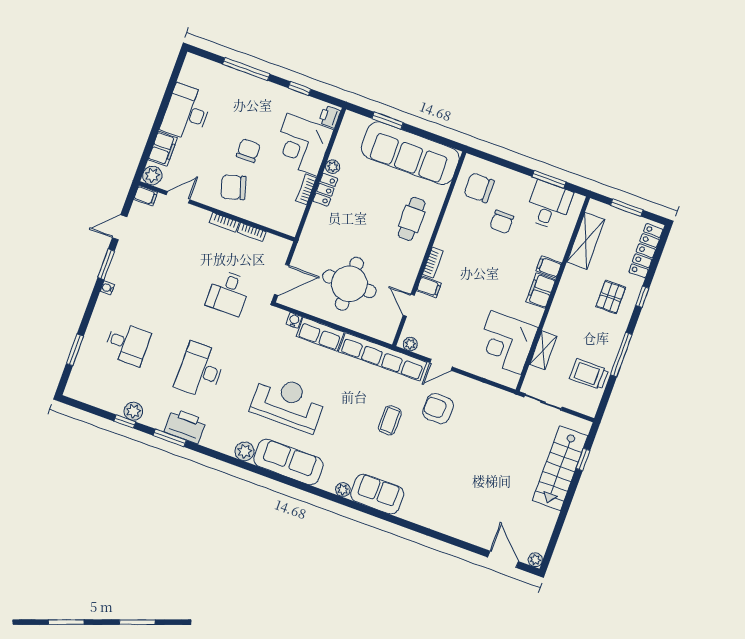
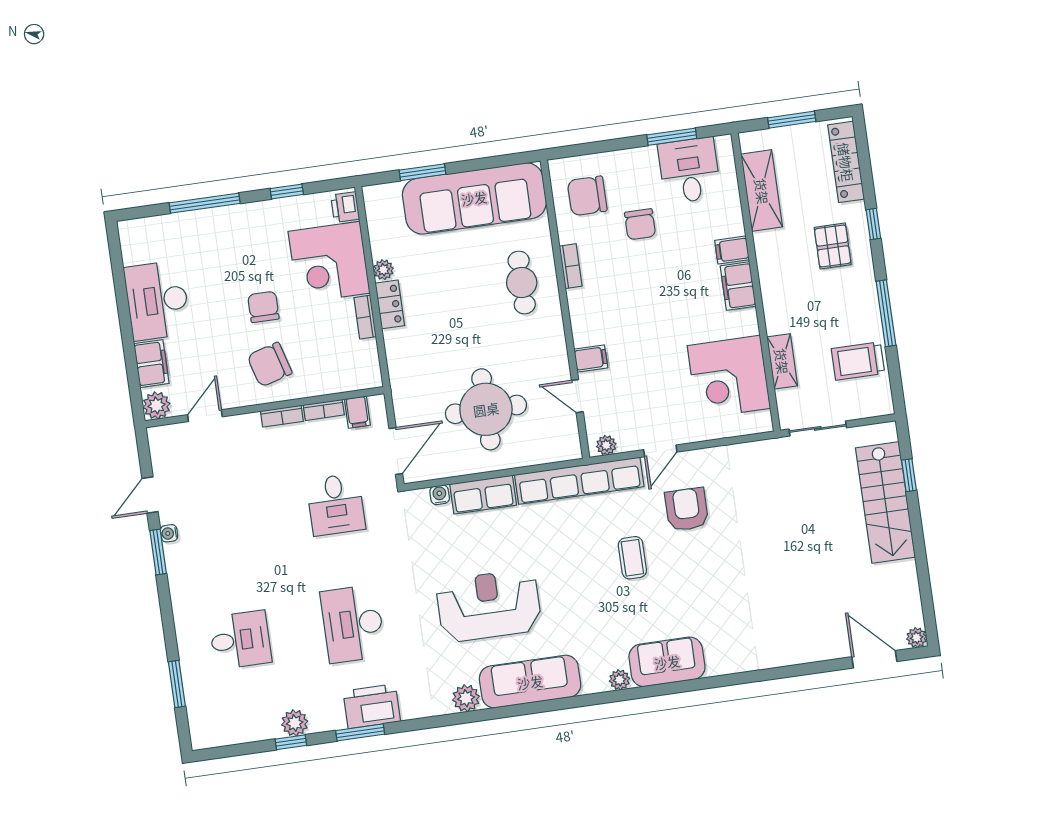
filing cabinet: (146, 196) -> (357, 412), moved, turned 90
bookcase: (433, 263) -> (571, 266), moved
water cooler: (107, 288) -> (169, 533), moved
armchair: (438, 409) -> (687, 509), turned 89

